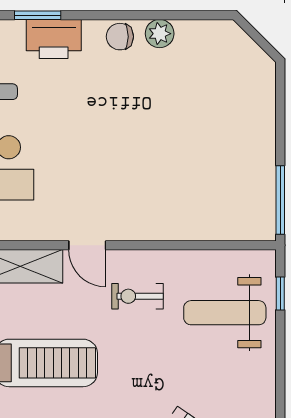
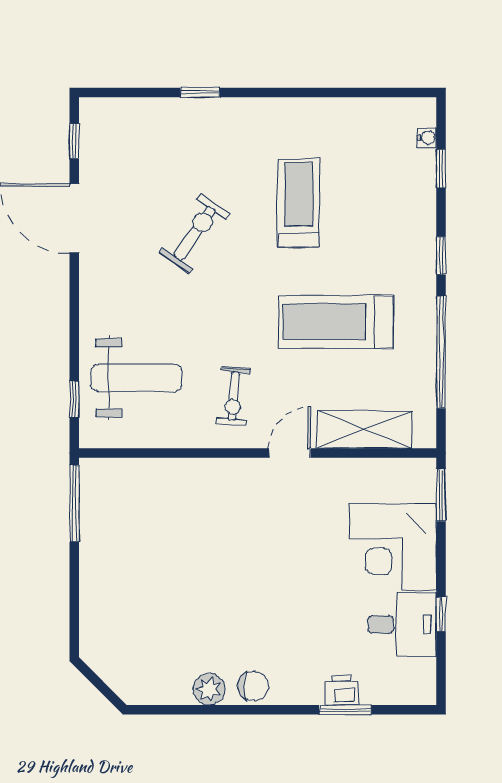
printer: (54, 39) -> (341, 690), width x0.53, depth x0.68
door: (87, 245) -> (290, 453), hinge flipped
exercise bike: (137, 296) -> (234, 396), turned 95

